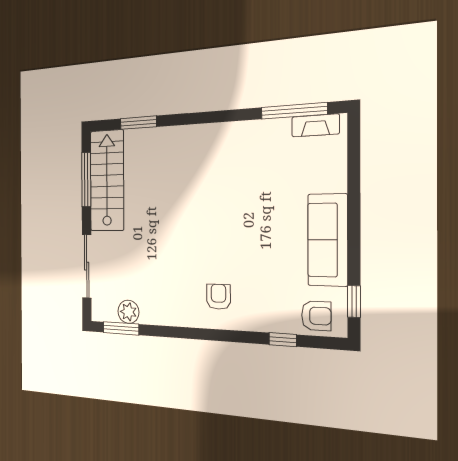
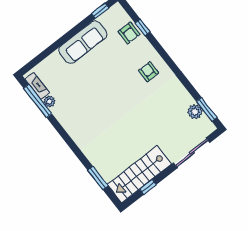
plant: (281, 128) -> (49, 101), added
window: (86, 180) -> (148, 187), width x0.46
armchair: (218, 297) -> (149, 72), turned 90
armchair: (316, 316) -> (129, 33), moved, turned 180

